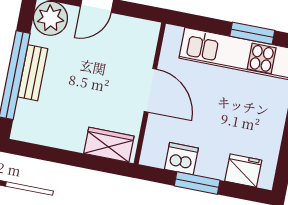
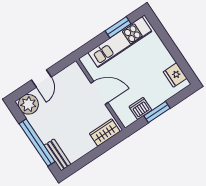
bench: (33, 73) -> (57, 155), moved
fridge: (243, 171) -> (175, 75), moved, turned -90

